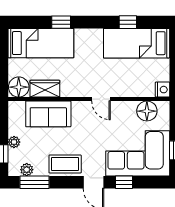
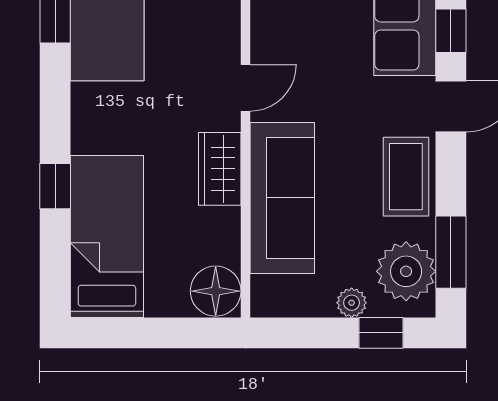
wardrobe: (45, 89) -> (220, 169), moved
sofa: (48, 114) -> (282, 198), width x1.36
plant: (27, 170) -> (406, 271), width x1.87, depth x1.87

